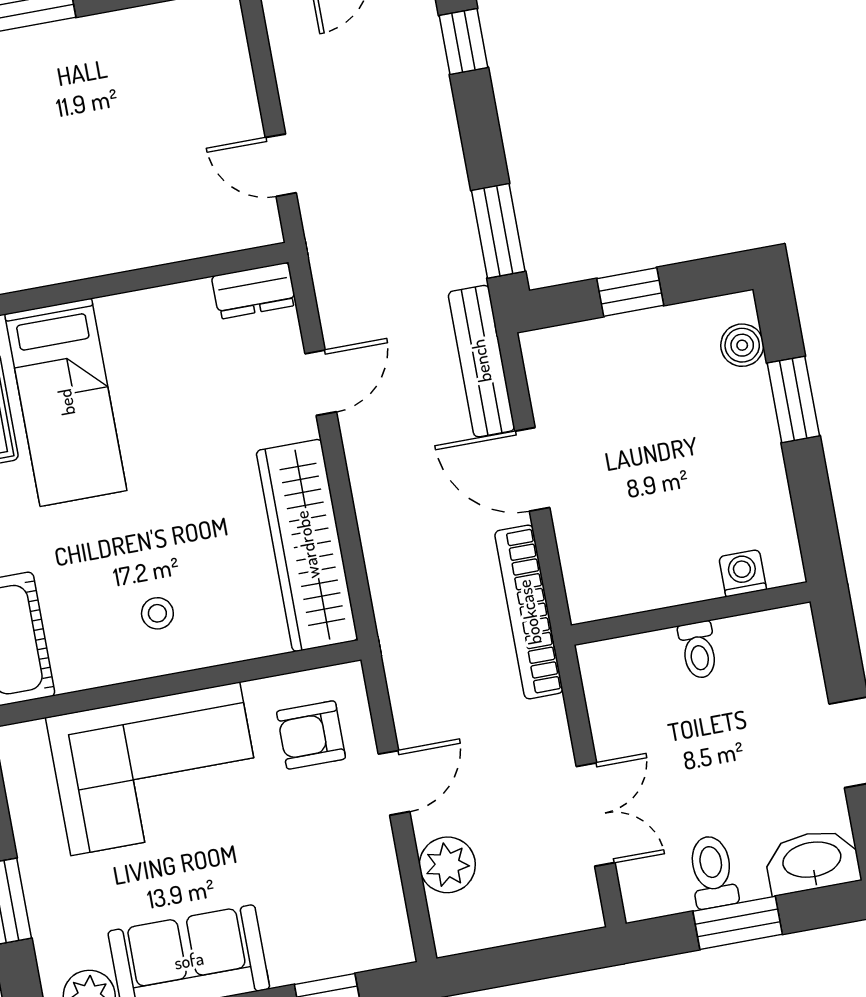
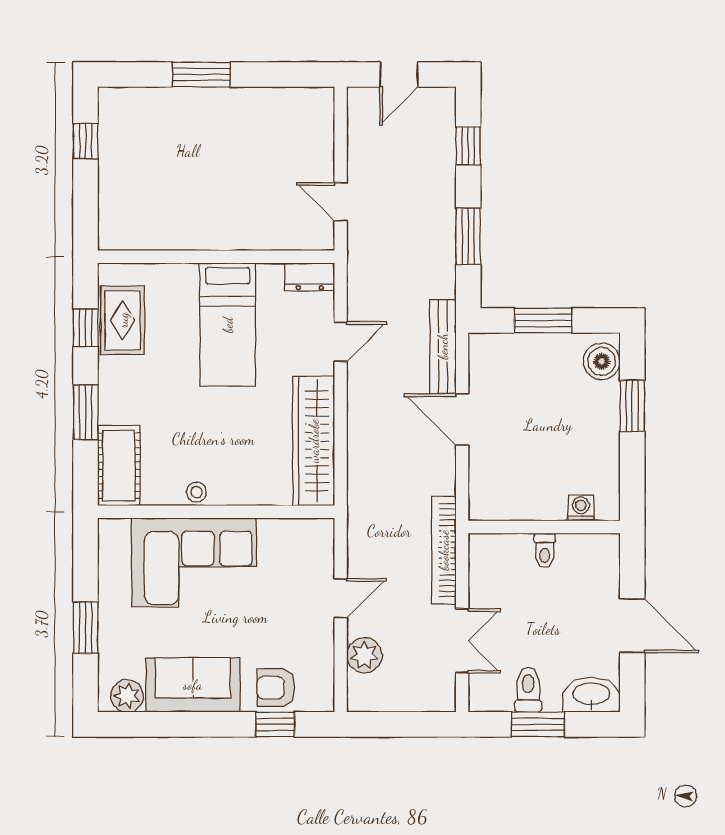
window: (498, 231) -> (468, 236), moved
window: (630, 292) -> (543, 320), width x1.50
boiler: (742, 345) -> (602, 361), width x1.36, depth x1.36
bed: (66, 402) -> (228, 325), moved
bookcase: (529, 612) -> (444, 550), moved
stool: (157, 613) -> (196, 492), moved
armchair: (311, 735) -> (276, 688), moved

